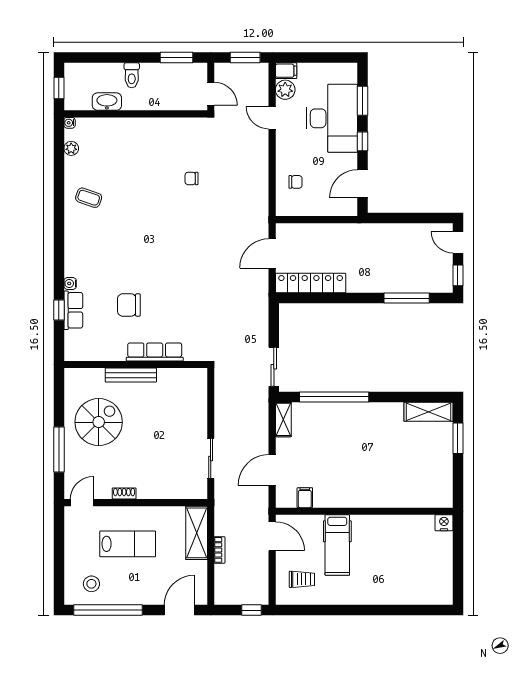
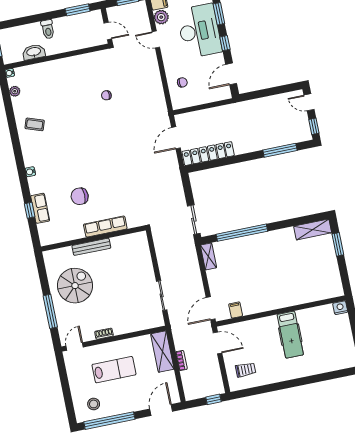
water cooler: (70, 283) -> (30, 172), moved
door: (272, 470) -> (211, 308), moved
hospital bed: (337, 545) -> (290, 335), moved

